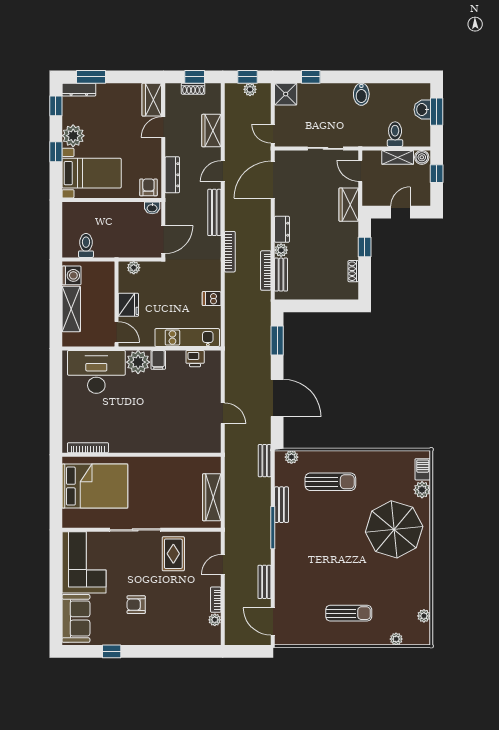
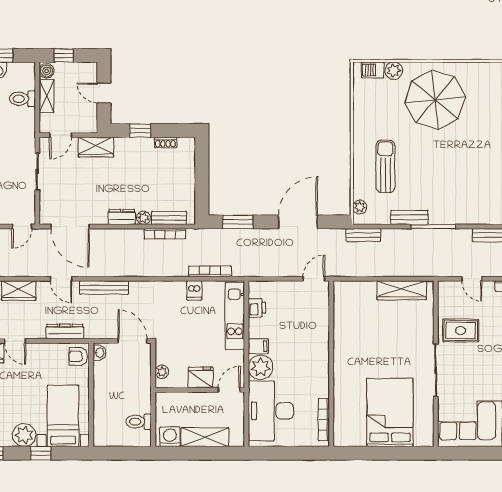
bookcase: (230, 252) -> (210, 271), moved
bookcase: (88, 448) -> (324, 420), moved
wall: (141, 455) -> (331, 364), moved

